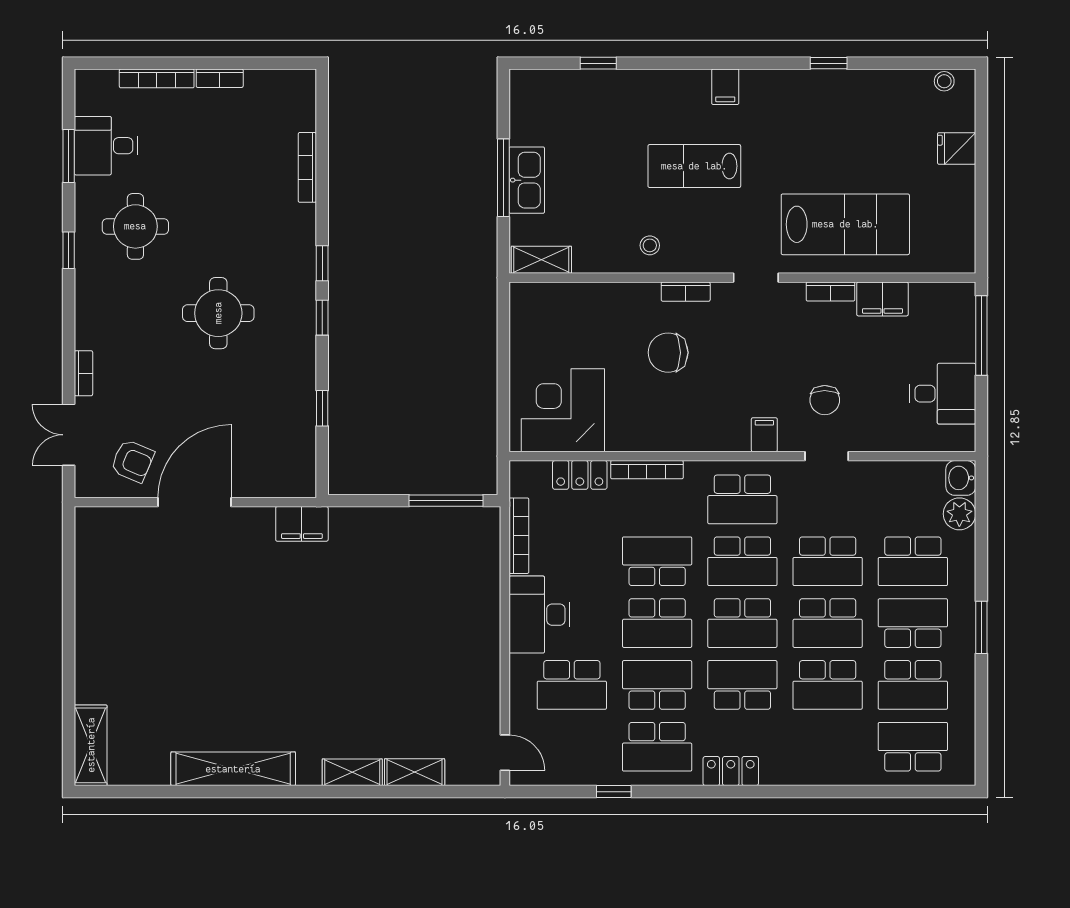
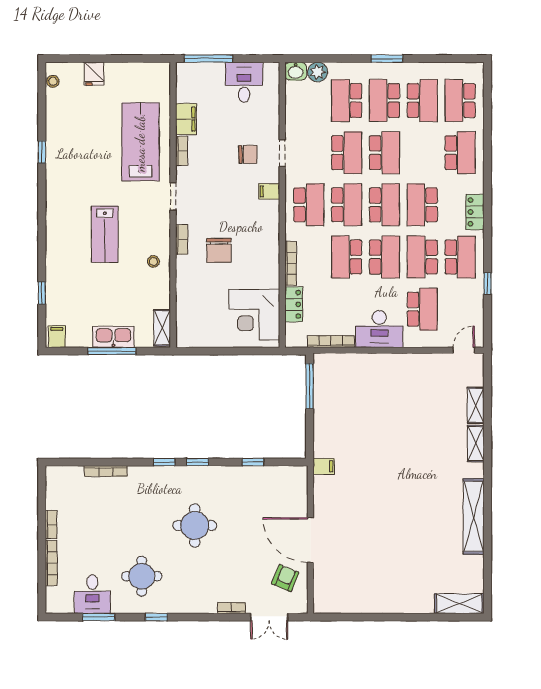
filing cabinet: (725, 87) -> (57, 337), moved, turned -90
filing cabinet: (302, 524) -> (324, 466), width x0.50
school desk: (913, 561) -> (347, 101), turned 180
school desk: (828, 685) -> (460, 153), moved

